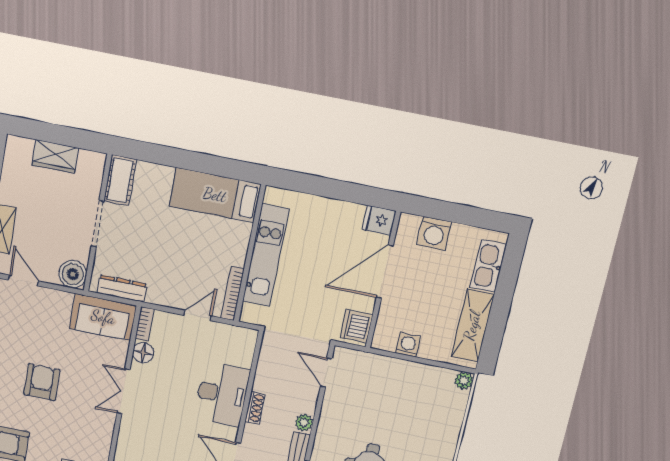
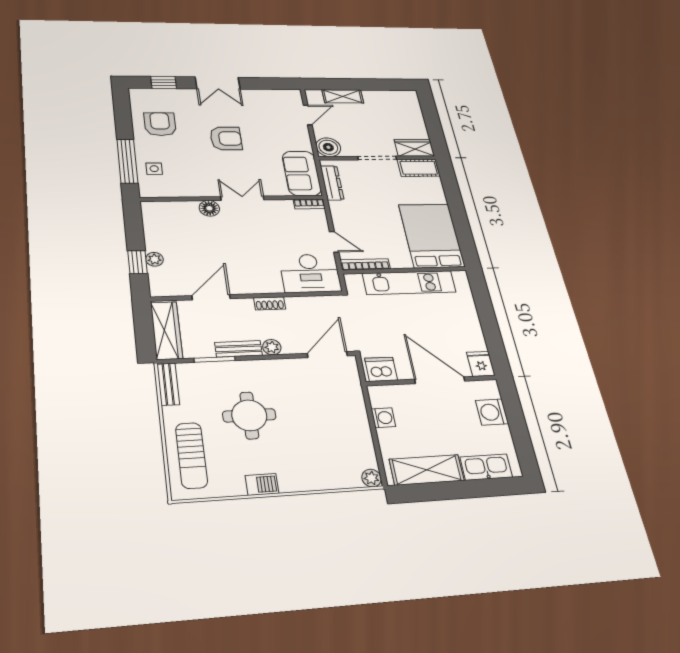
wardrobe: (55, 156) -> (414, 148), moved, turned 90
bed: (215, 195) -> (432, 236), width x1.50
floor lamp: (143, 353) -> (209, 208), moved
door: (326, 373) -> (327, 355), width x1.38
desk: (222, 394) -> (310, 273), moved

